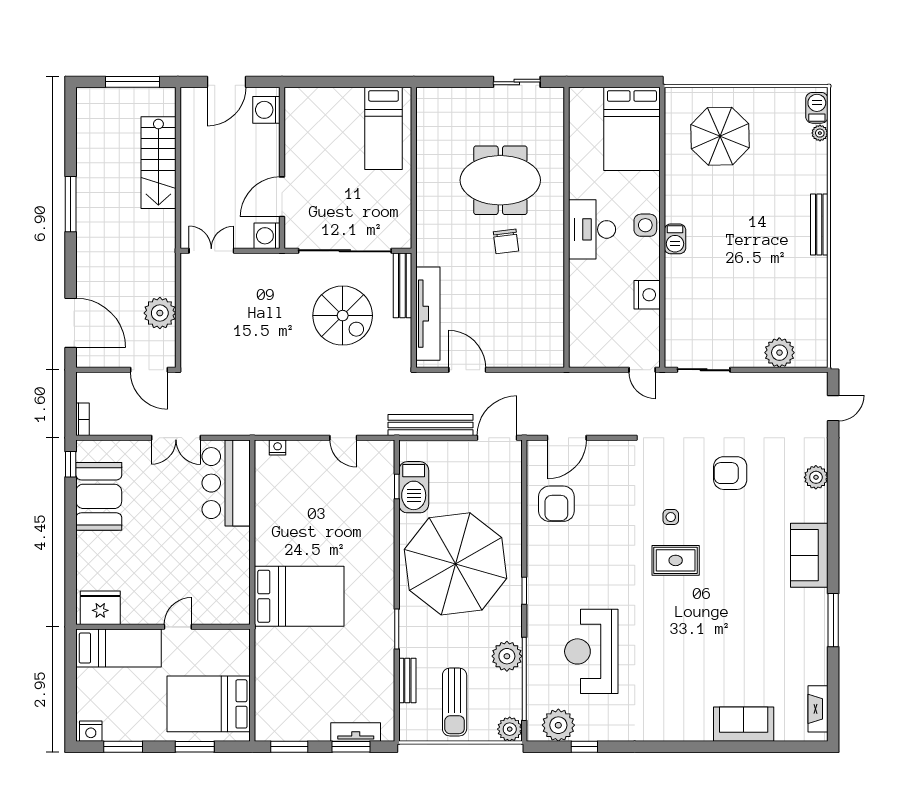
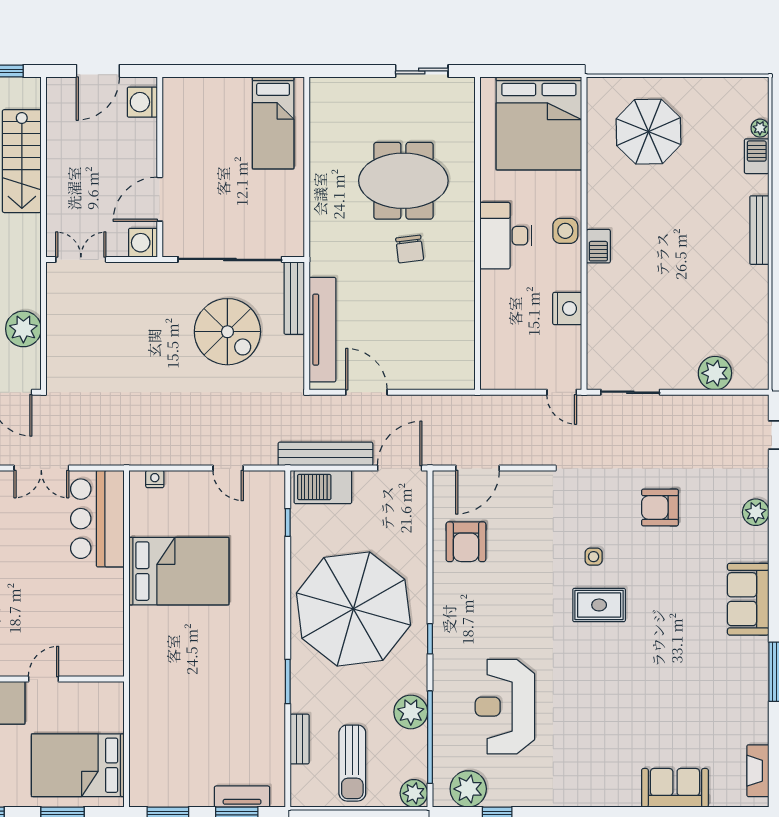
barbecue: (817, 108) -> (757, 156), moved
bed: (632, 129) -> (539, 123), width x1.36
barbecue: (414, 487) -> (323, 487), moved, turned 90
bed: (299, 596) -> (179, 571), moved

